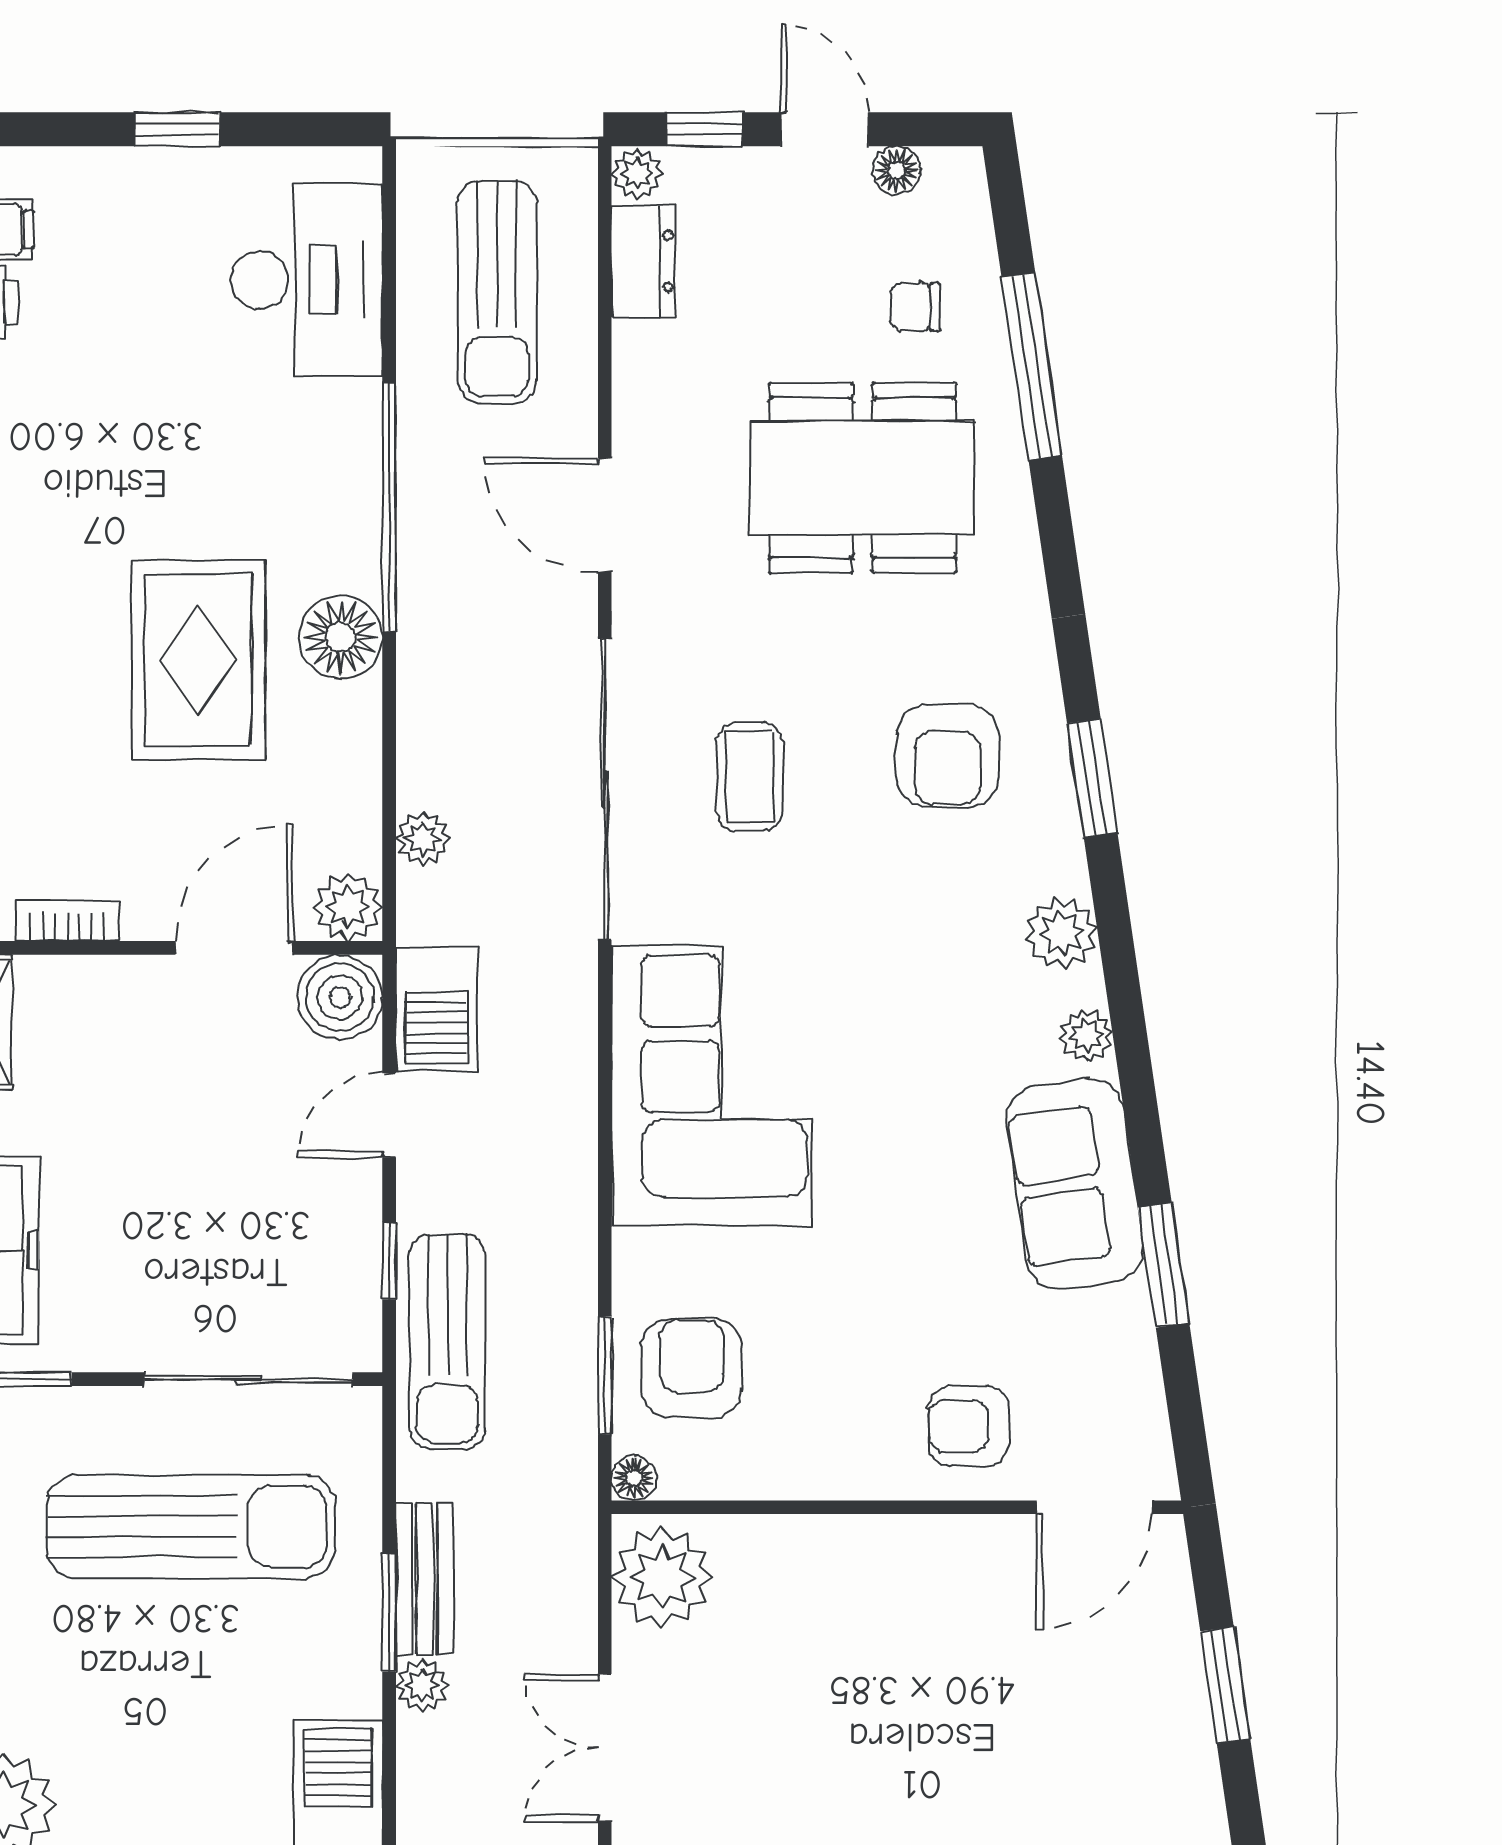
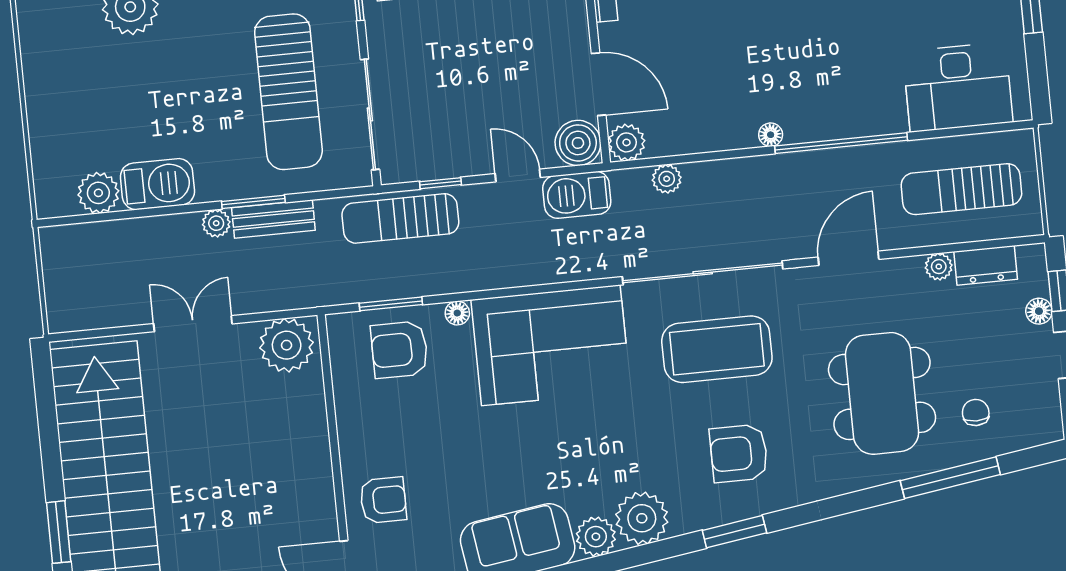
floor lamp: (897, 170) -> (1039, 311), moved
plant: (637, 174) -> (939, 267), moved
floor lamp: (341, 637) -> (771, 135), width x0.53, depth x0.53
rug: (198, 660) -> (750, 50), removed
coffee table: (750, 777) -> (717, 349), width x1.86, depth x1.72
plant: (1061, 933) -> (642, 518), width x1.36, depth x1.36
plant: (1086, 1036) -> (596, 537), width x1.38, depth x1.38
armchair: (691, 1368) -> (399, 350), turned 180
armchair: (969, 1426) -> (383, 500), turned 90
floor lamp: (634, 1478) -> (457, 313), moved

